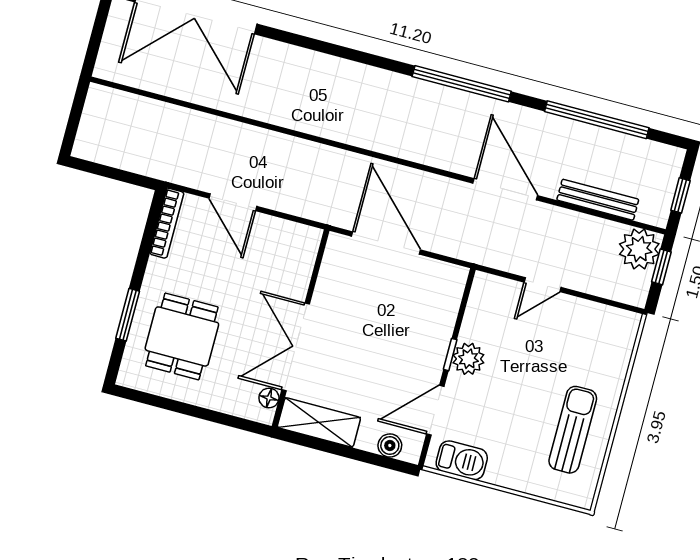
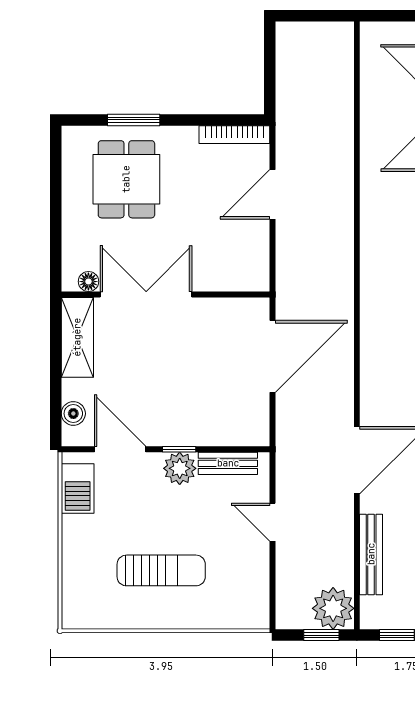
bench: (476, 312) -> (228, 463), added
dining table: (182, 336) -> (126, 179), turned 90
sun lounger: (573, 430) -> (161, 570), moved

